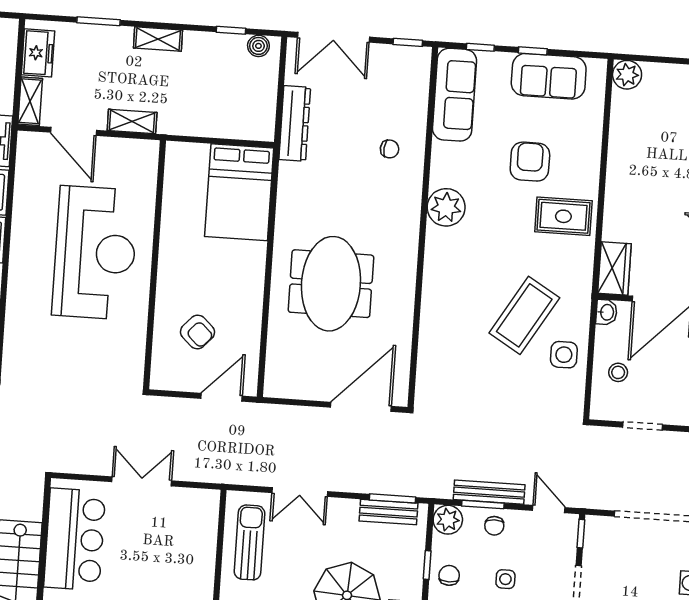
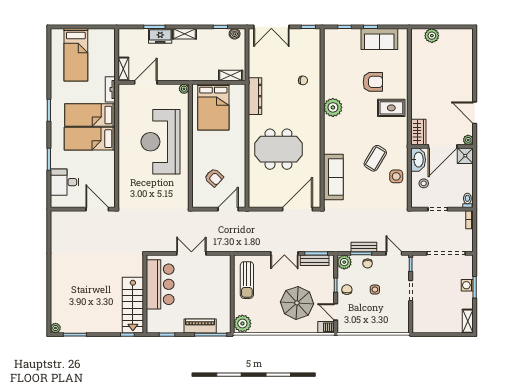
freezer: (38, 53) -> (160, 36), moved, turned 90
plant: (627, 75) -> (432, 36), moved
sofa: (455, 95) -> (333, 177), moved
shelving: (132, 121) -> (231, 75), moved
dresser: (295, 123) -> (255, 96), moved
door: (73, 131) -> (146, 82), swing flipped
plant: (149, 149) -> (184, 89), added
armchair: (530, 162) -> (373, 82), turned 90
bed: (239, 192) -> (213, 107), moved
reception desk: (95, 253) -> (161, 142), turned 180
meeting table: (331, 284) -> (278, 149), turned 90
washbasin: (606, 312) -> (418, 160), width x1.91, depth x1.45
coffee table: (524, 315) -> (375, 158), width x0.73, depth x0.76
double door: (300, 492) -> (284, 253), moved
bench: (489, 492) -> (364, 247), width x0.73
sun lounger: (250, 542) -> (247, 280), turned 180

